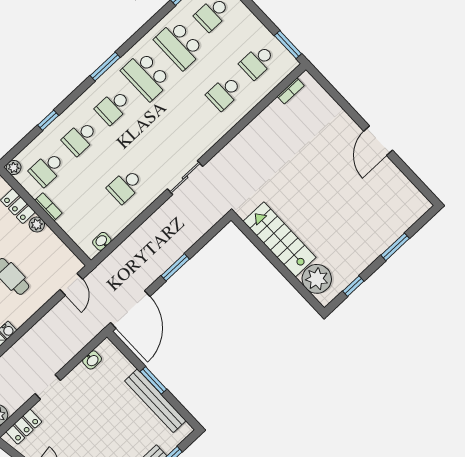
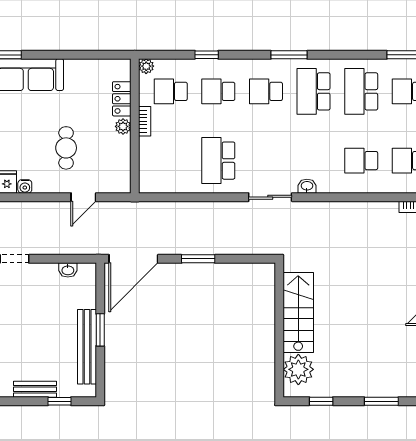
school desk: (125, 186) -> (218, 161), width x1.85
washbasin: (102, 241) -> (307, 186), moved
door: (71, 284) -> (83, 197), moved

